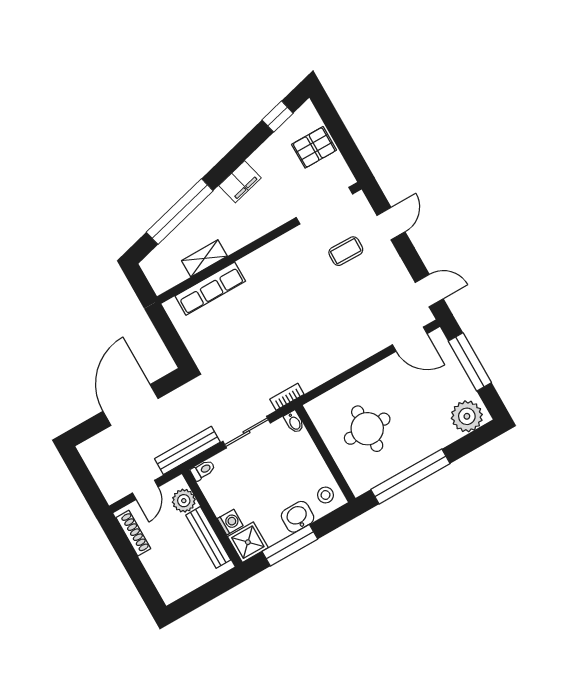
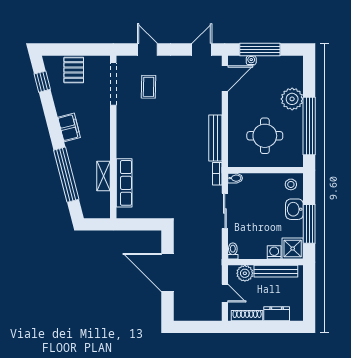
water cooler: (450, 359) -> (251, 60), added
plant: (467, 416) -> (292, 99), moved
bench: (187, 450) -> (215, 138), moved
dresser: (156, 568) -> (277, 314), added

